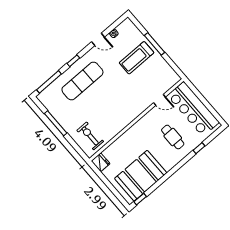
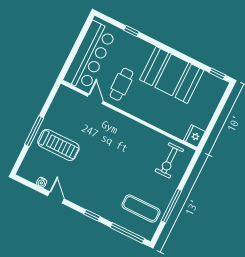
exercise mat: (82, 81) -> (141, 209), moved, width x0.73, depth x0.69
cafe table: (173, 137) -> (121, 84), moved
booth: (141, 176) -> (172, 75), moved

